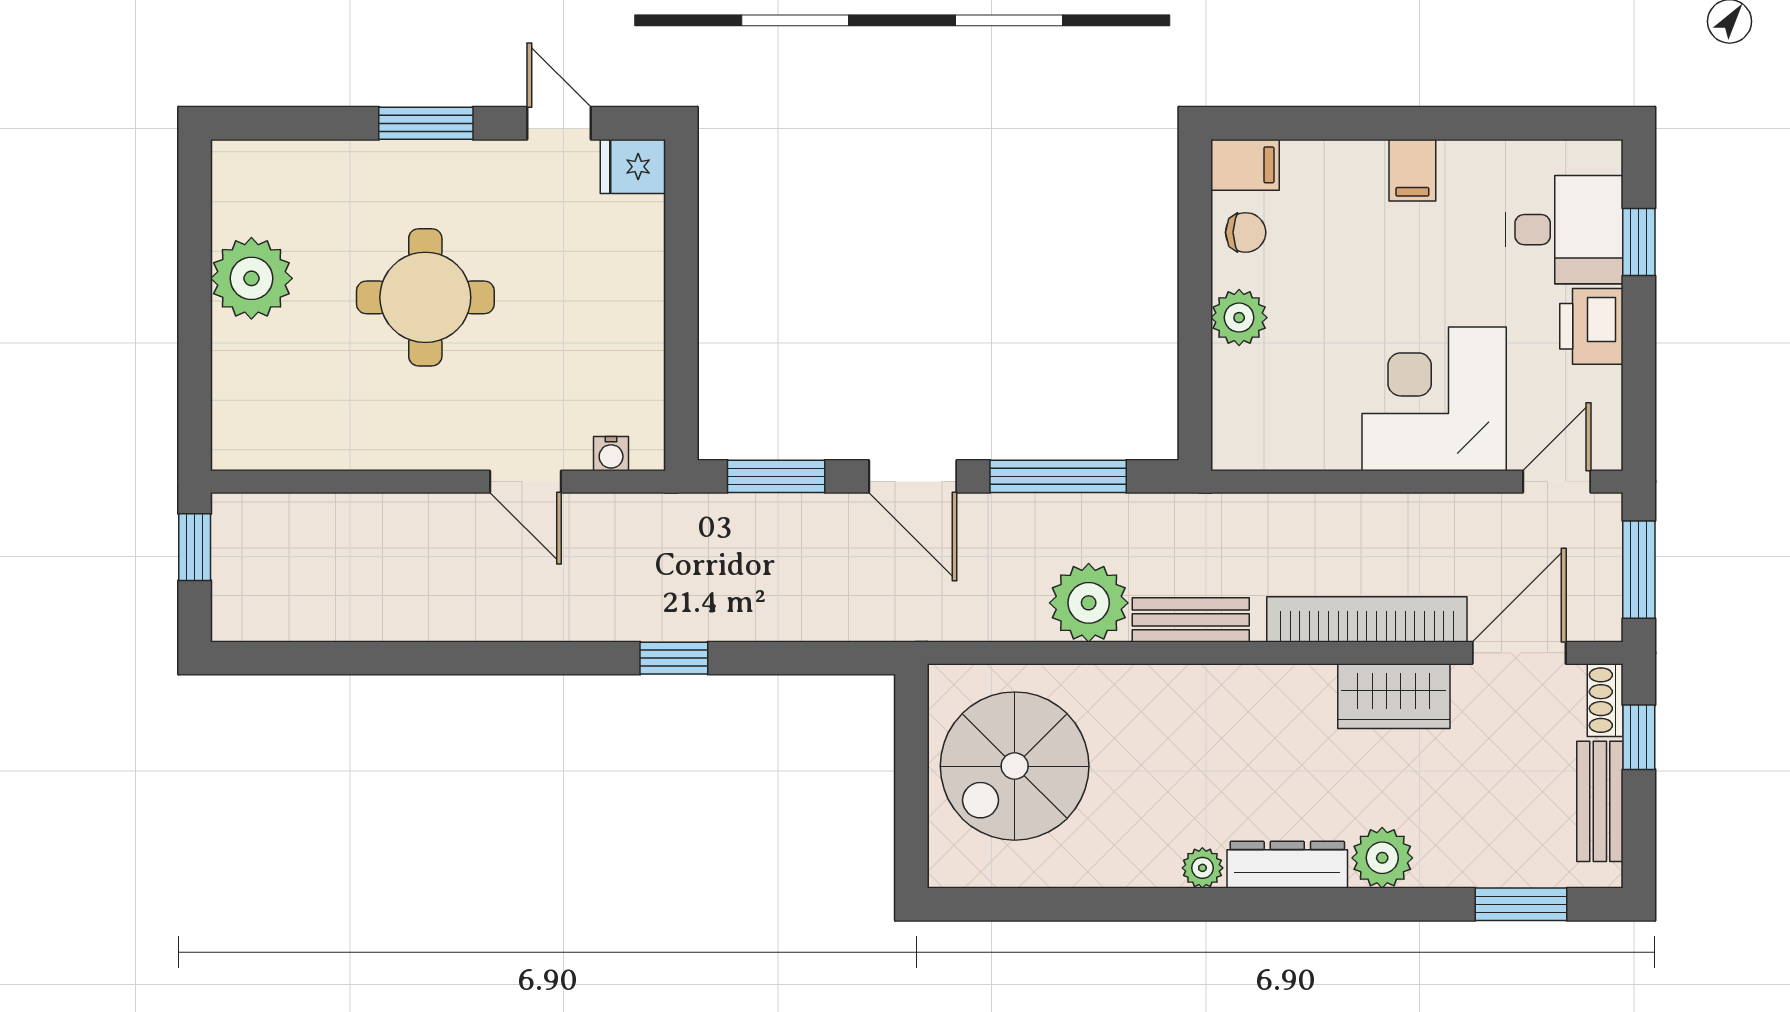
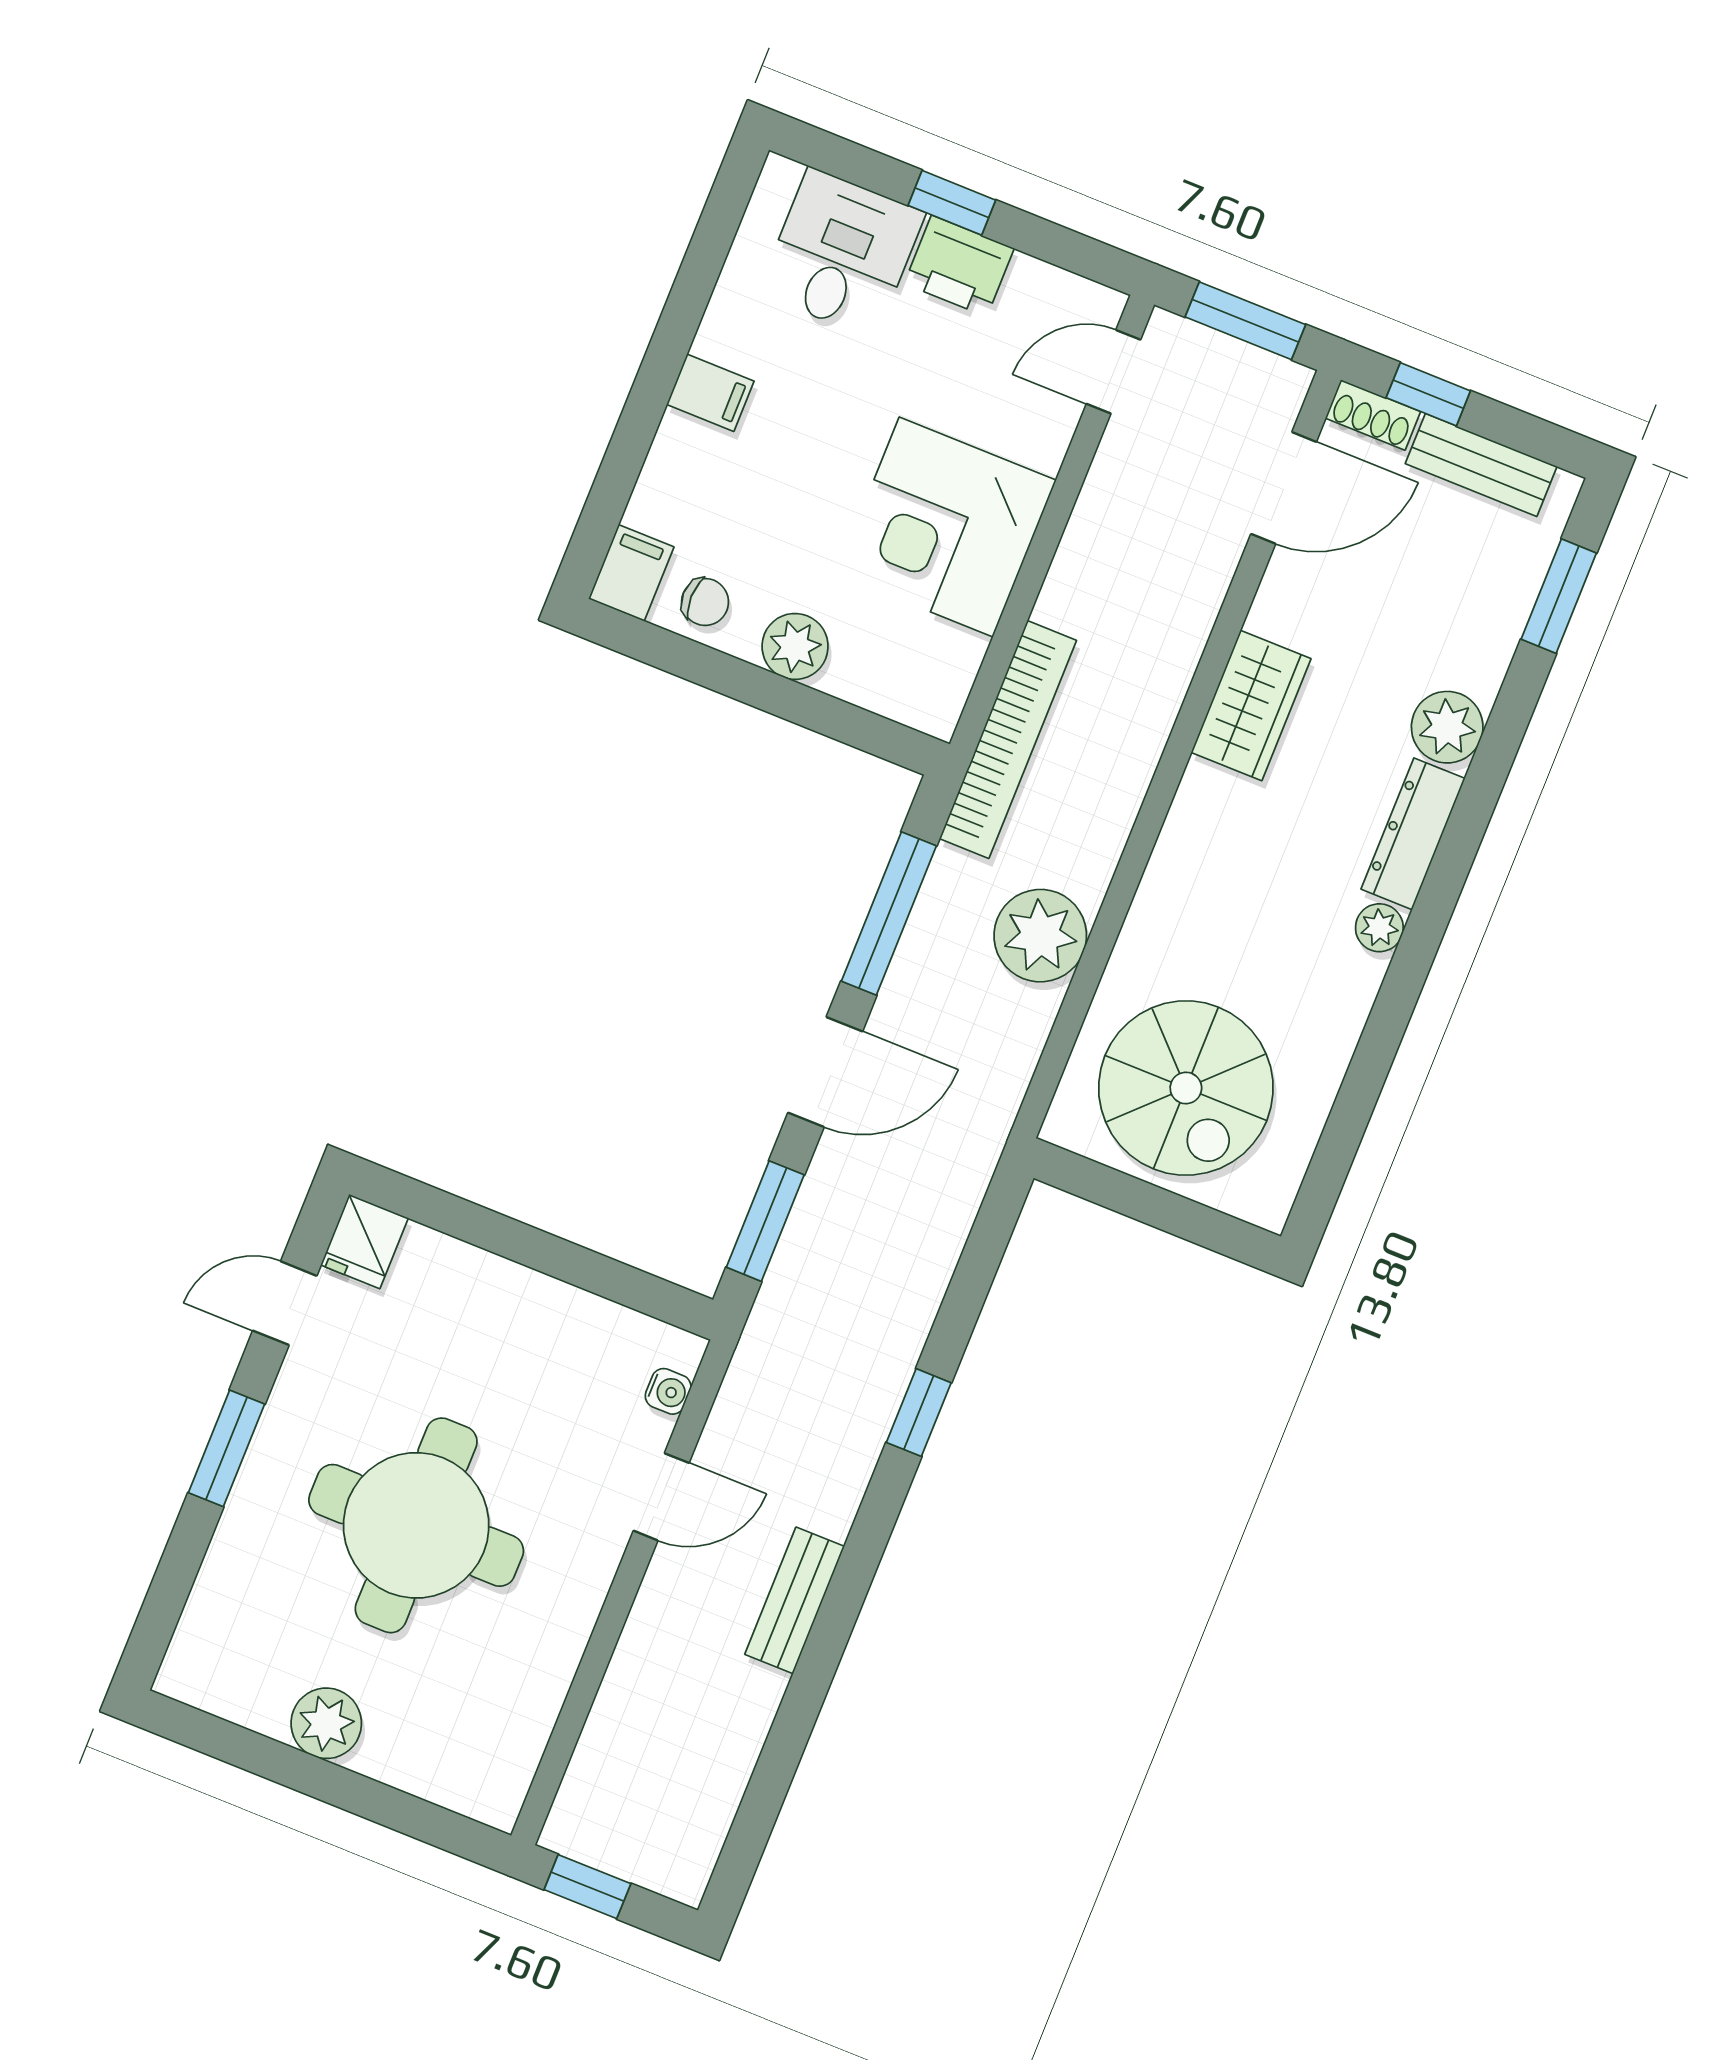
chair: (1246, 232) -> (705, 602), turned 90
window: (1639, 242) -> (952, 203), moved
plant: (251, 278) -> (326, 1723), width x0.73, depth x0.73
round table: (425, 297) -> (416, 1525), width x1.36, depth x1.36
corner desk: (1434, 399) -> (946, 527), moved
door: (1557, 482) -> (1113, 372), hinge flipped
bookcase: (1367, 619) -> (1008, 740), moved, turned 180
bench: (1191, 620) -> (795, 1600), moved
door: (1519, 653) -> (1284, 488), swing flipped
wardrobe: (1394, 696) -> (1251, 705), moved

